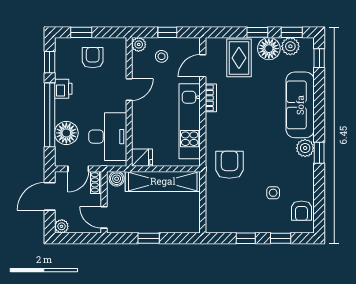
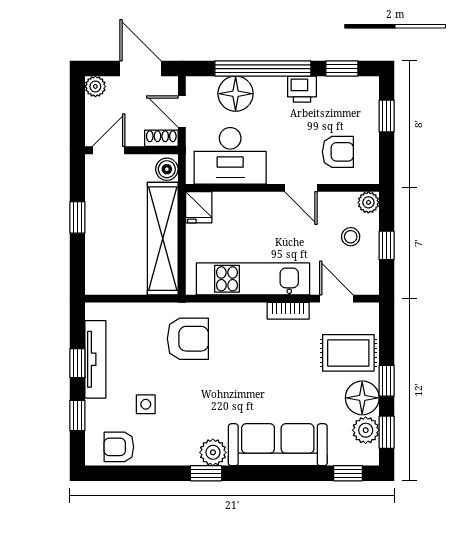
armchair: (93, 58) -> (338, 152), moved
tv unit: (243, 226) -> (95, 359), added

